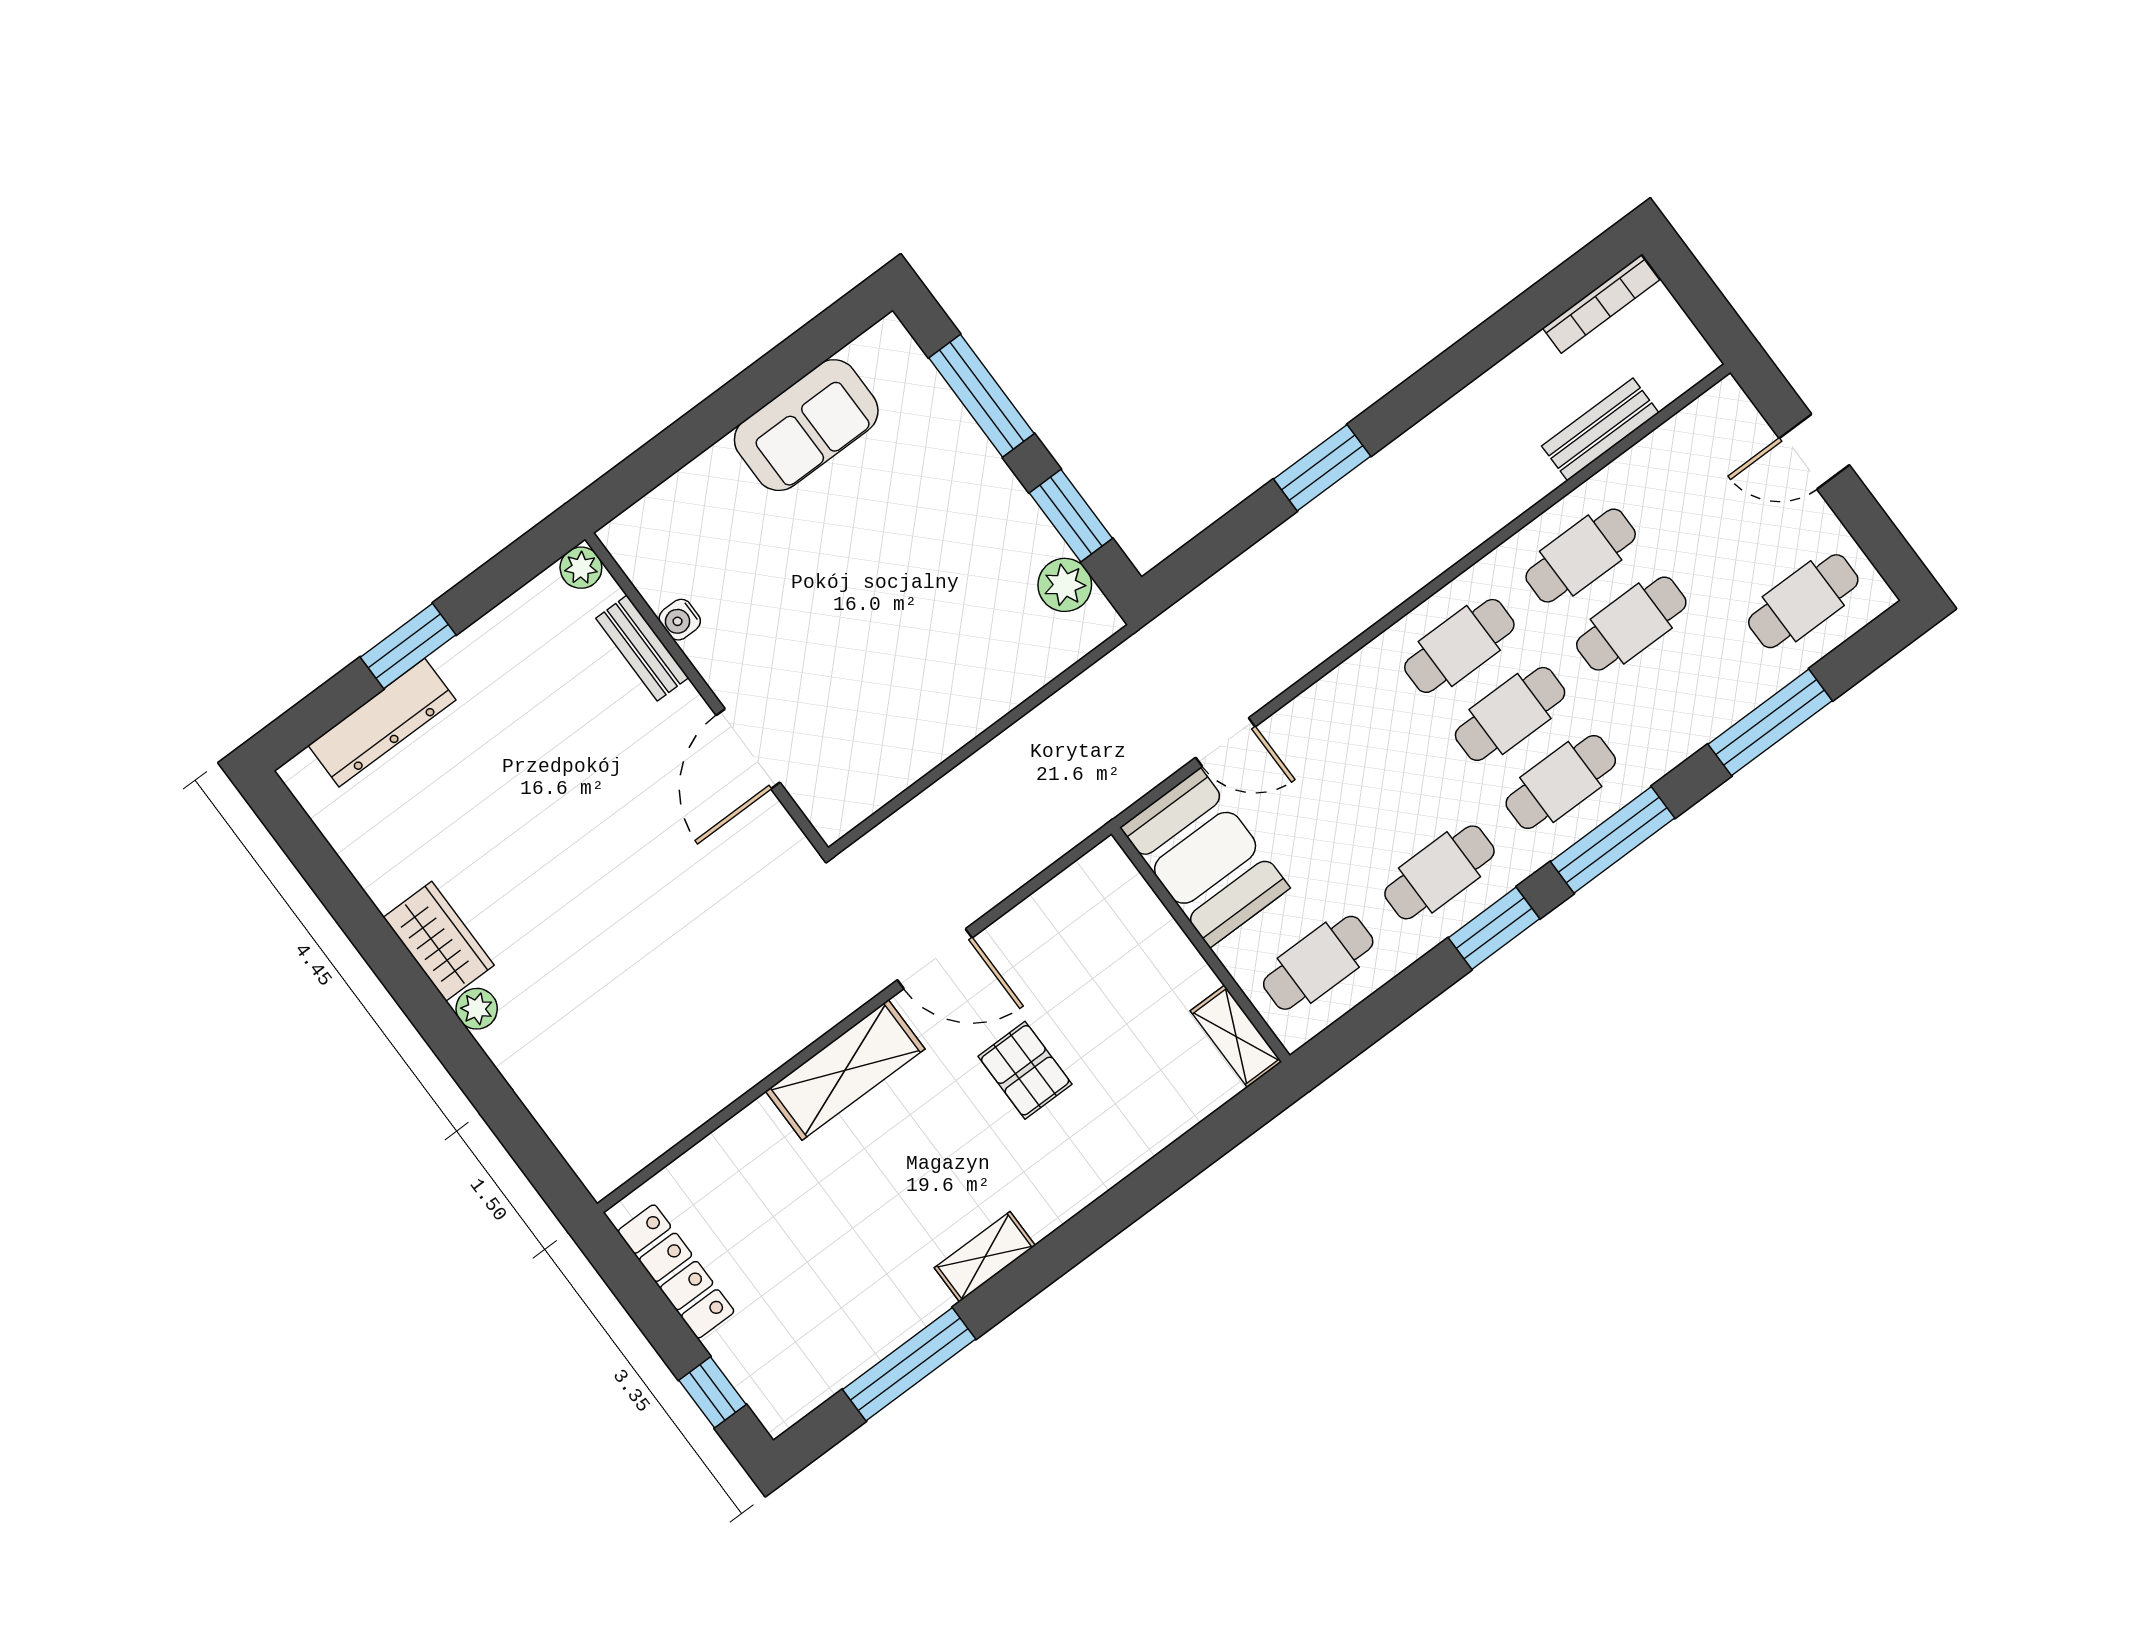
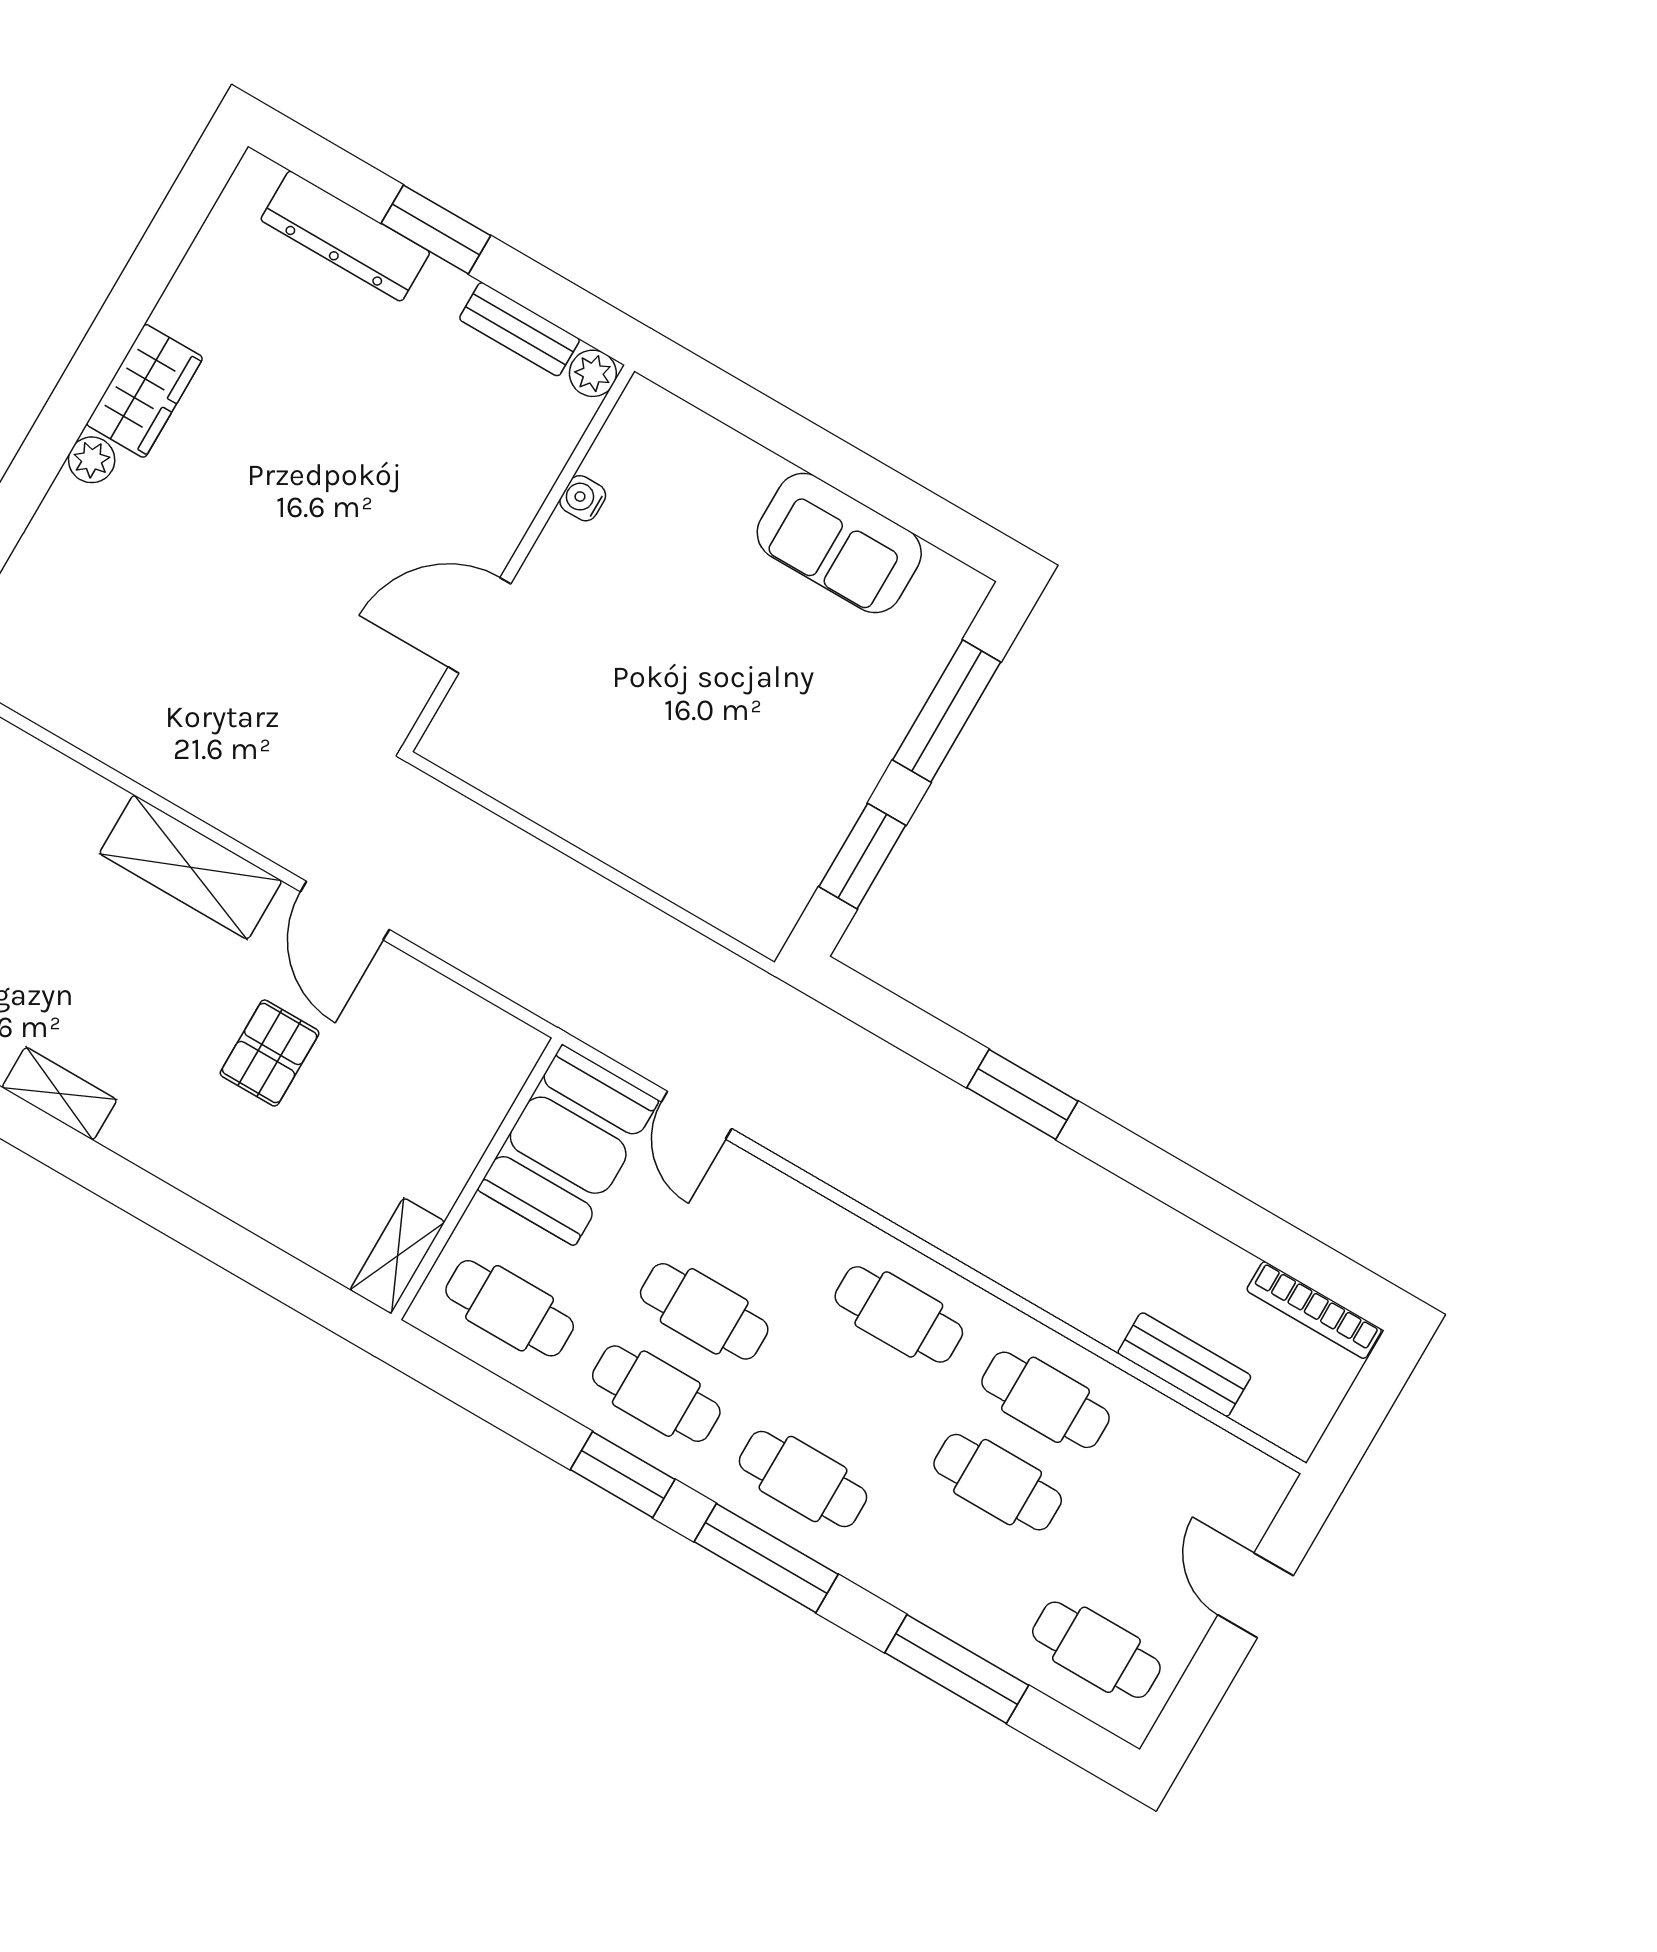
plant: (1065, 585) -> (788, 880), removed
bench: (642, 648) -> (519, 329), moved, turned 90
cafe table: (1510, 714) -> (704, 1311), moved

